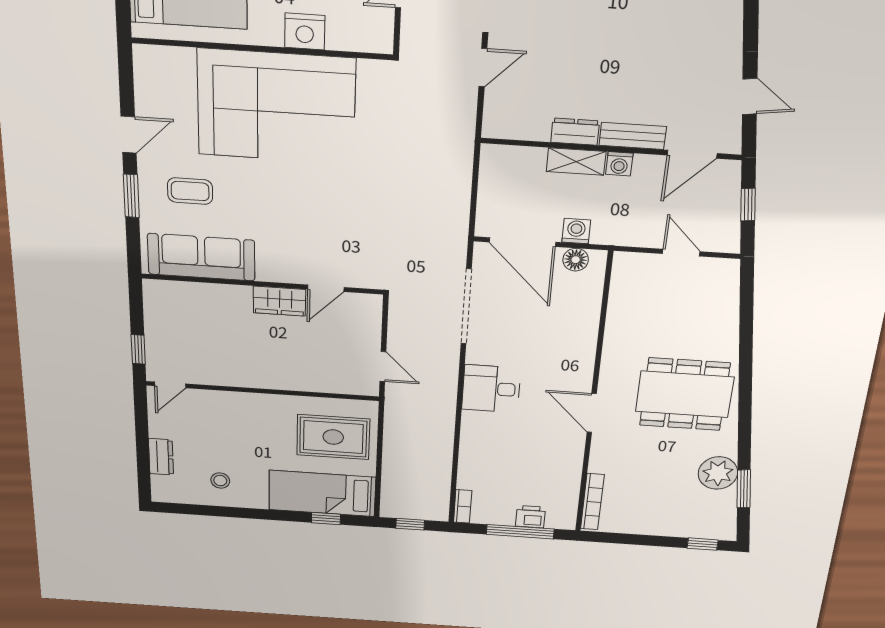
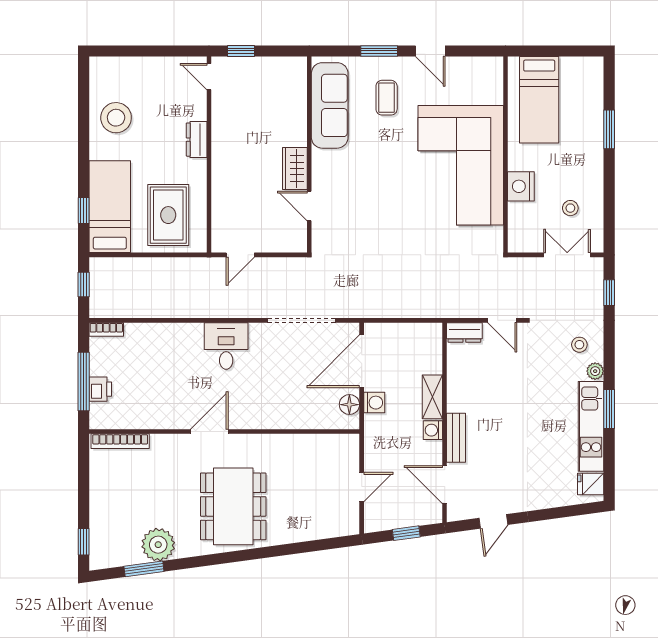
dresser: (575, 132) -> (464, 332), moved, turned 90
dresser: (161, 457) -> (197, 140), moved, turned 90
stool: (220, 481) -> (116, 118), width x1.89, depth x1.89

